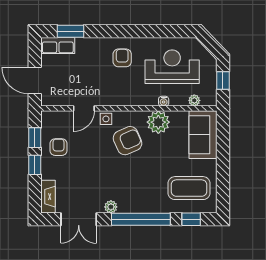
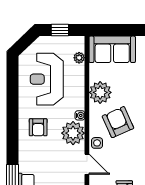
armchair: (122, 58) -> (38, 127), turned -90
plant: (116, 94) -> (73, 133), added
water cooler: (164, 101) -> (80, 115), moved

